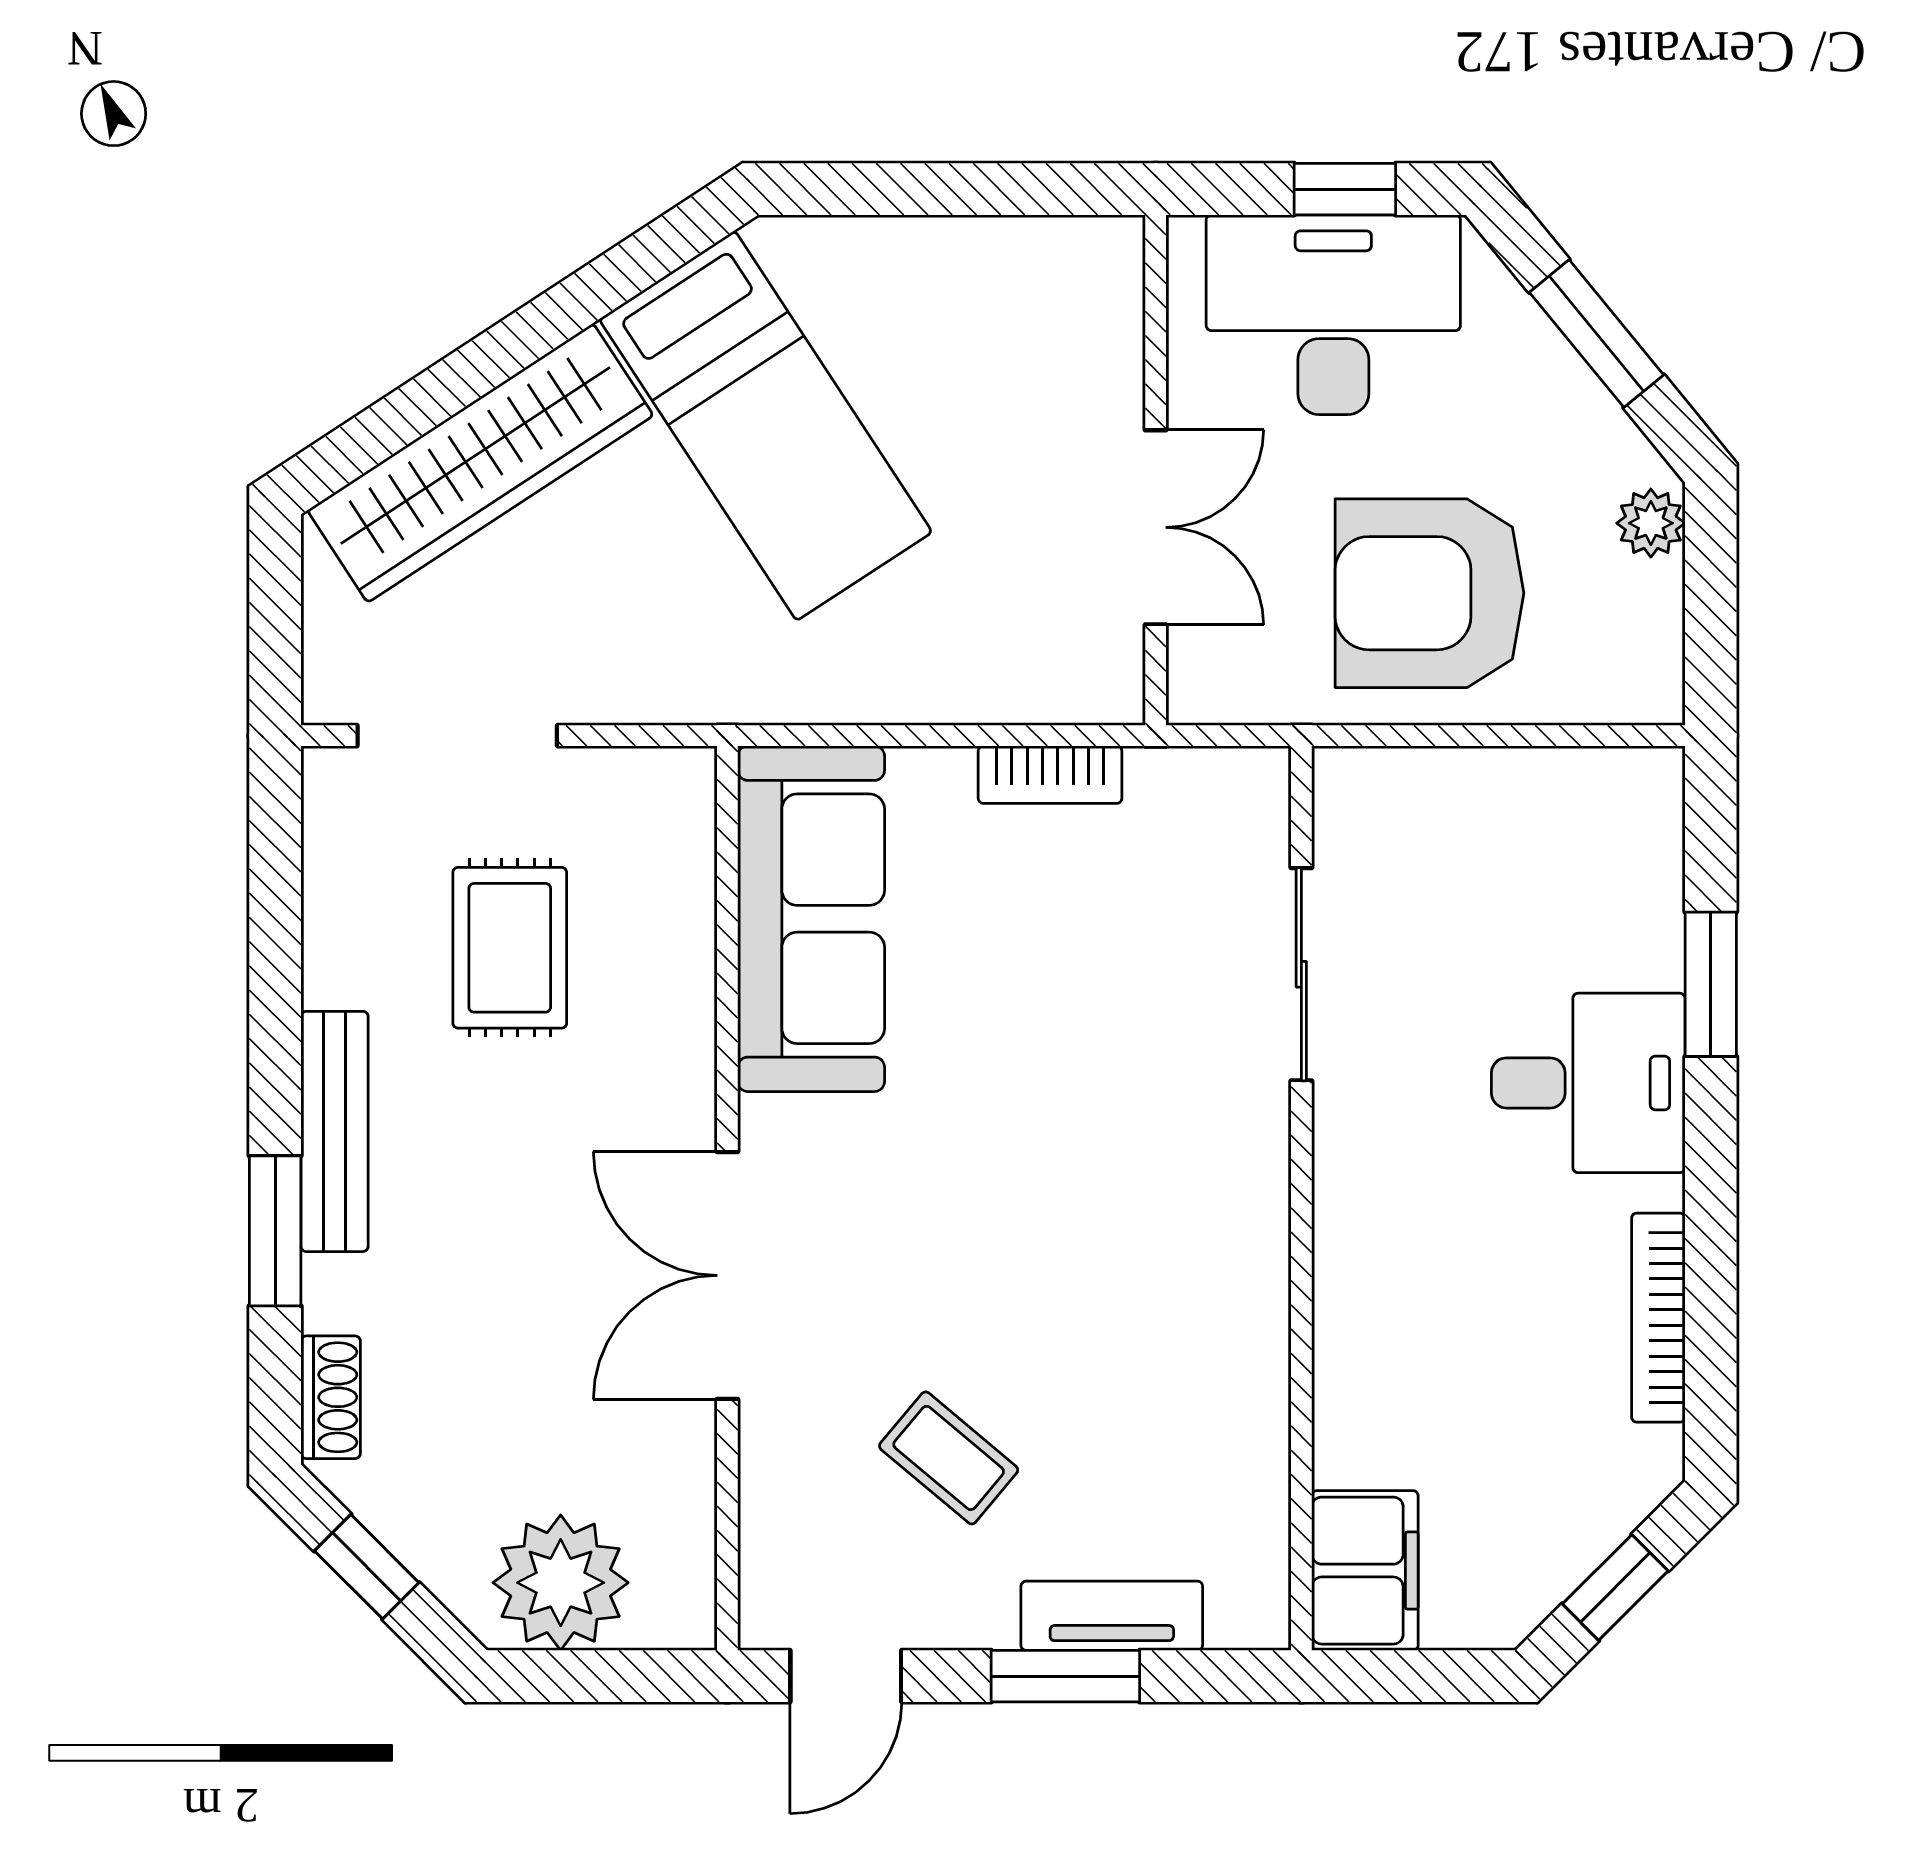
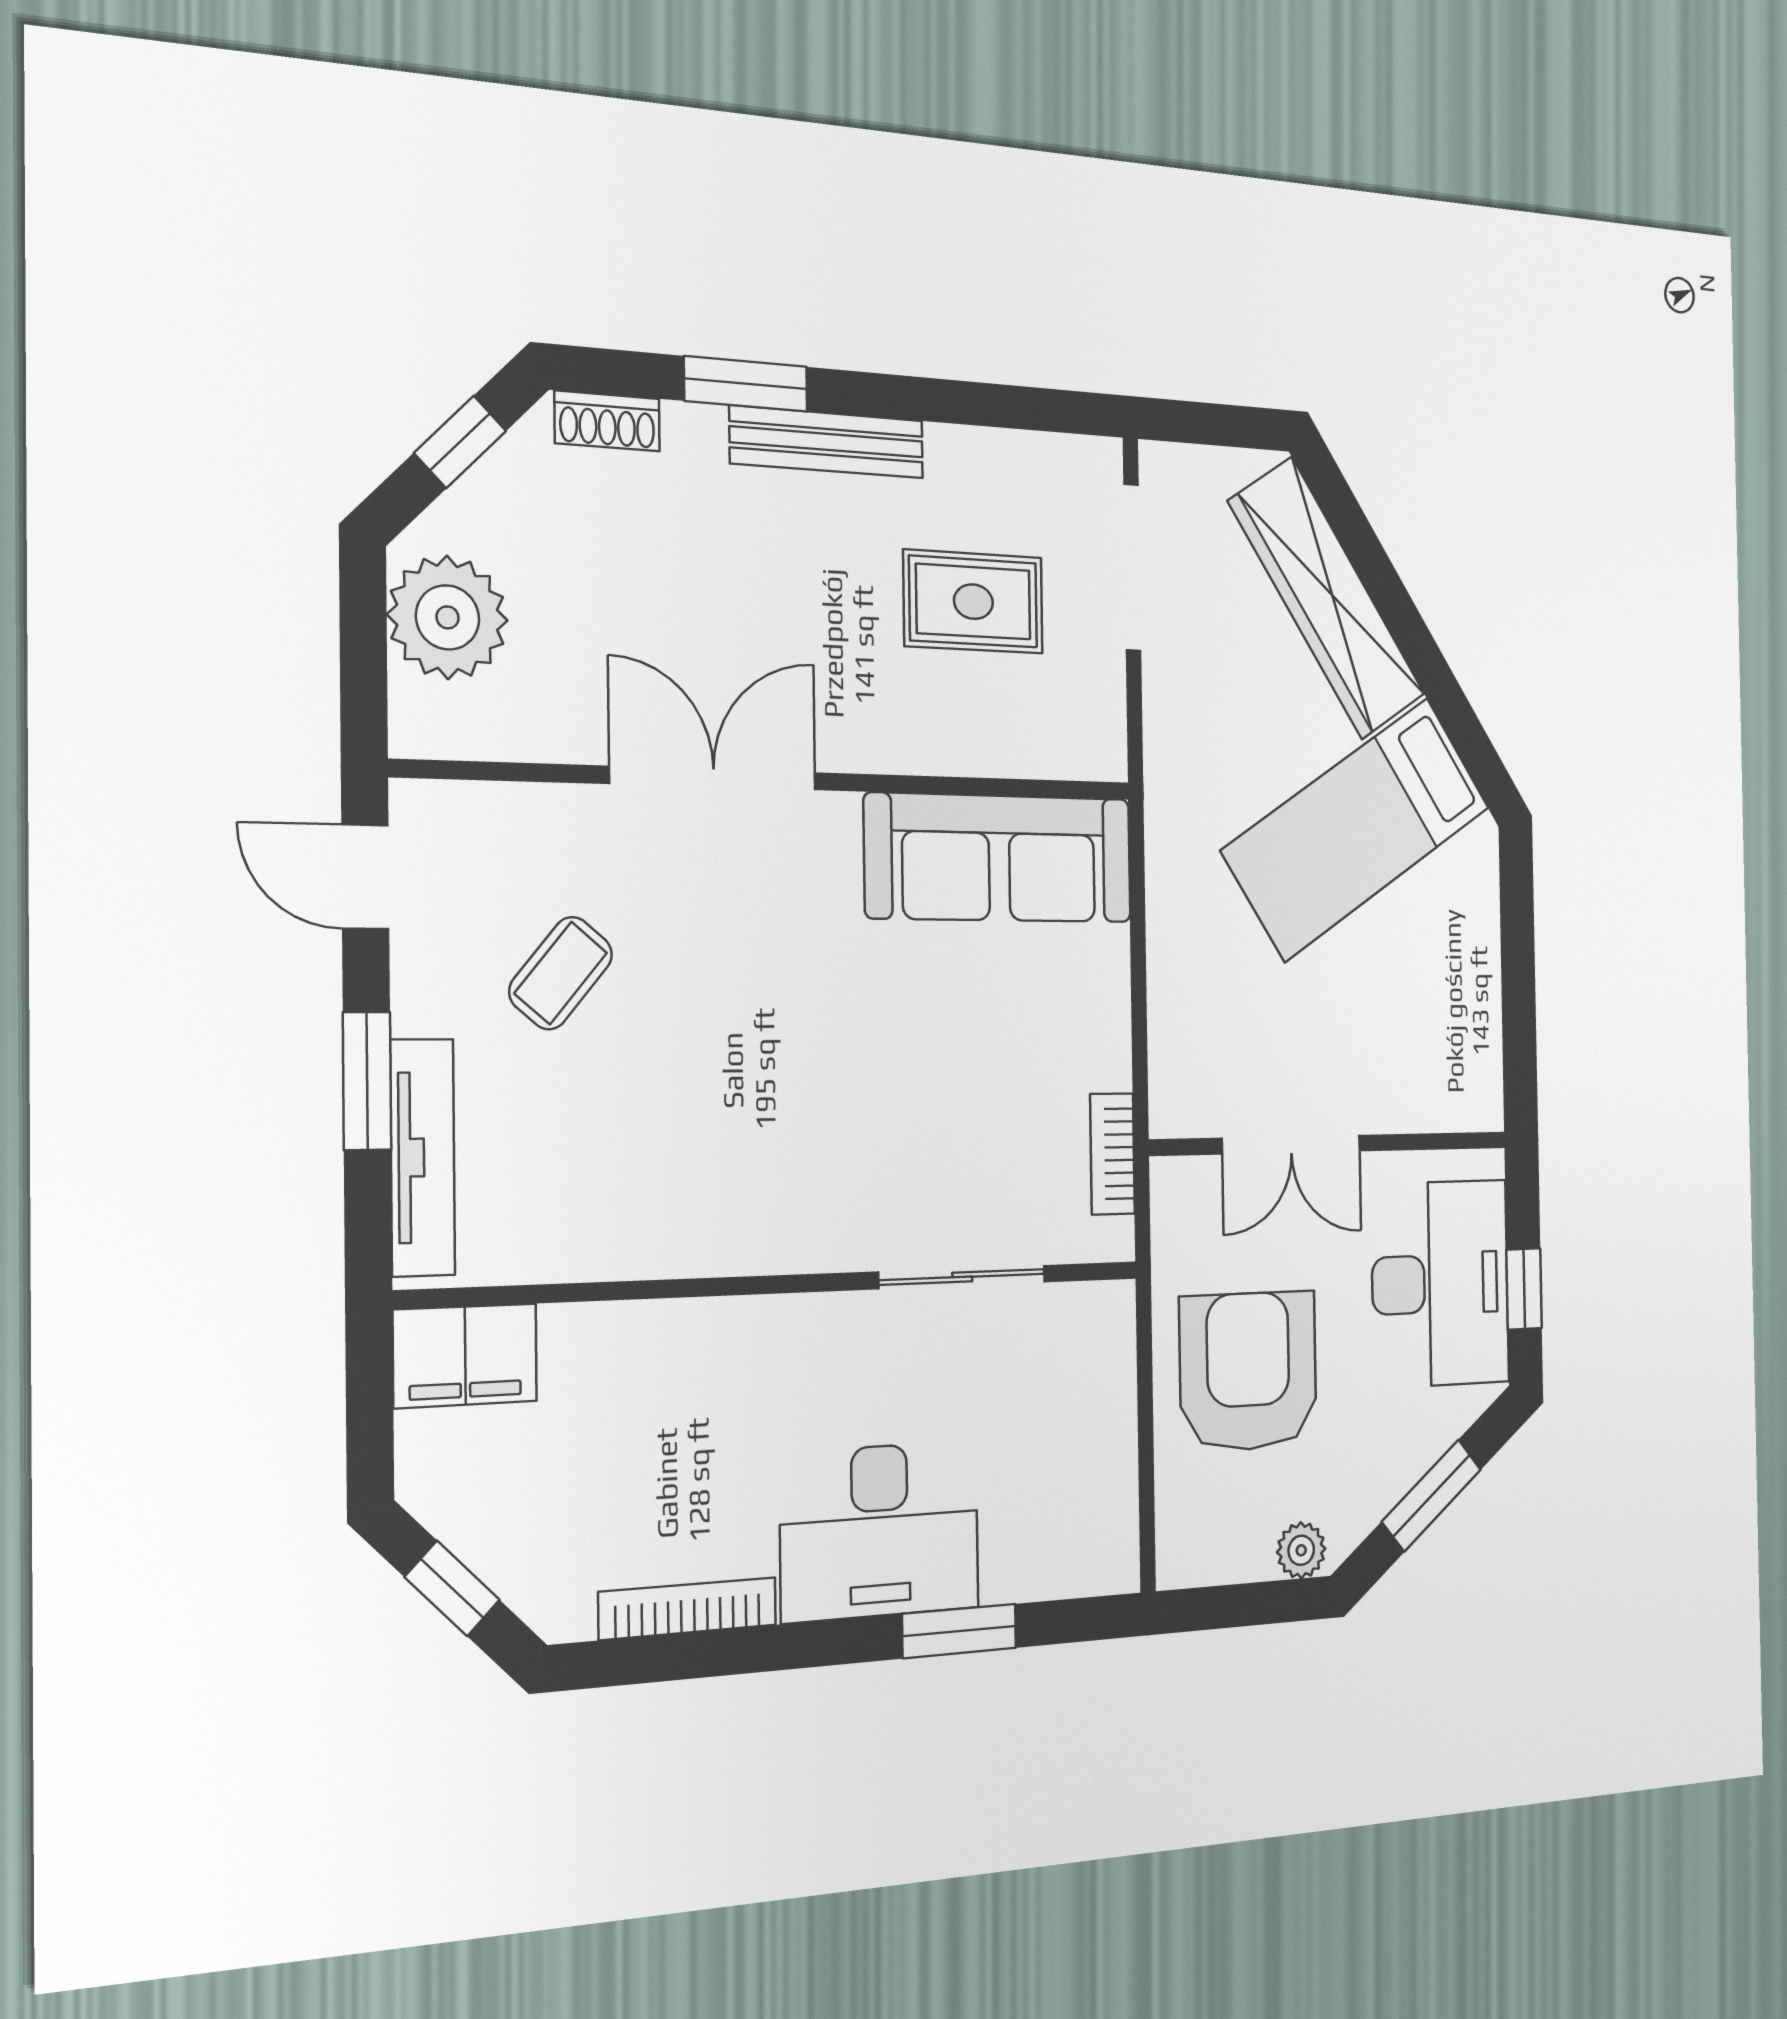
bookcase: (1050, 775) -> (1112, 1154), moved
desk: (1588, 1083) -> (880, 1531), width x1.37
tv unit: (1112, 1616) -> (423, 1157), width x1.41

